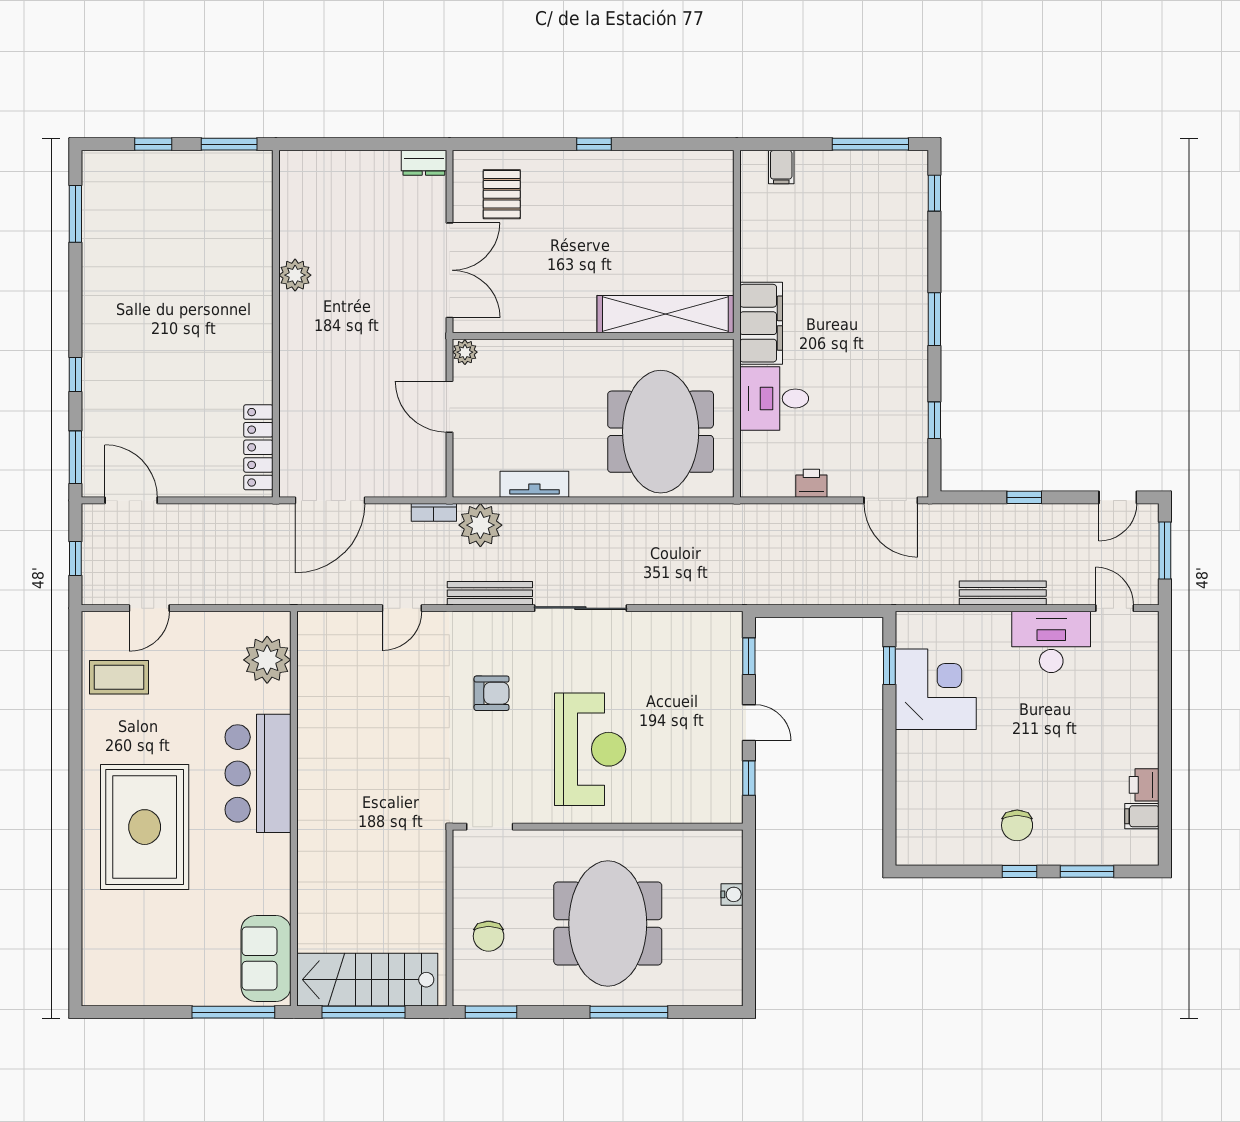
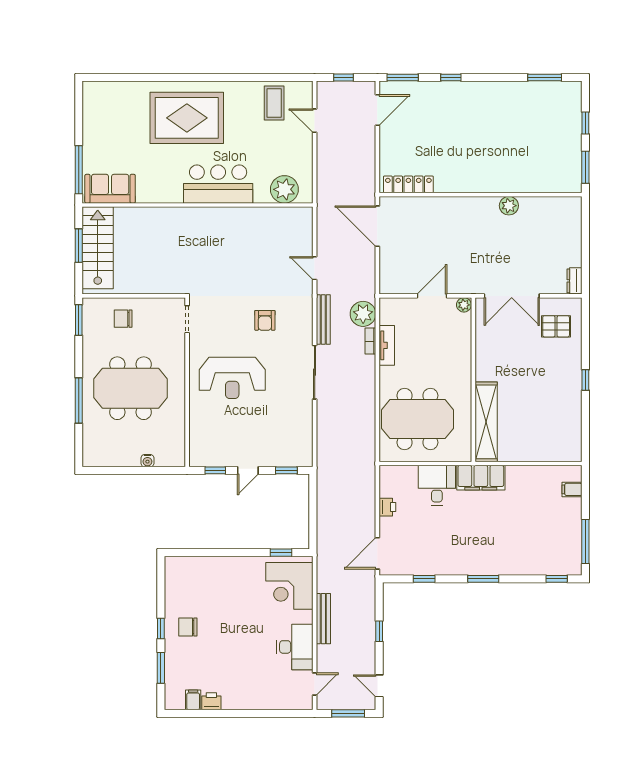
bookcase: (434, 512) -> (370, 341), moved
corner desk: (936, 689) -> (289, 586), moved, turned 90
window: (364, 1012) -> (79, 246), width x0.69

